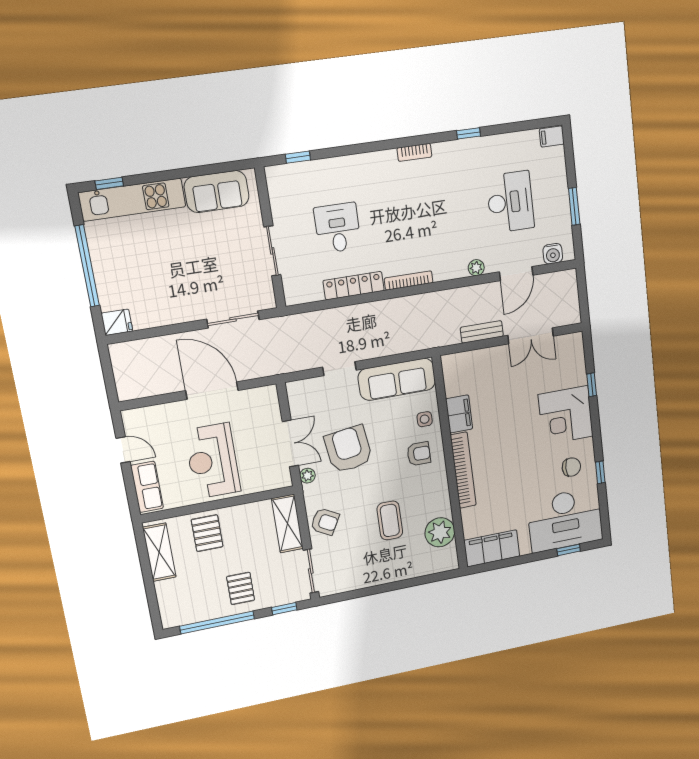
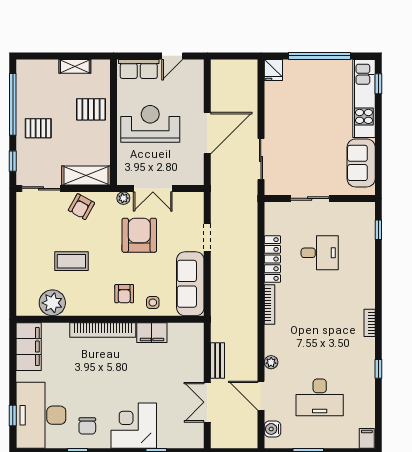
armchair: (348, 449) -> (139, 235), turned -82
shelving: (159, 552) -> (75, 66), width x0.67, depth x0.75

